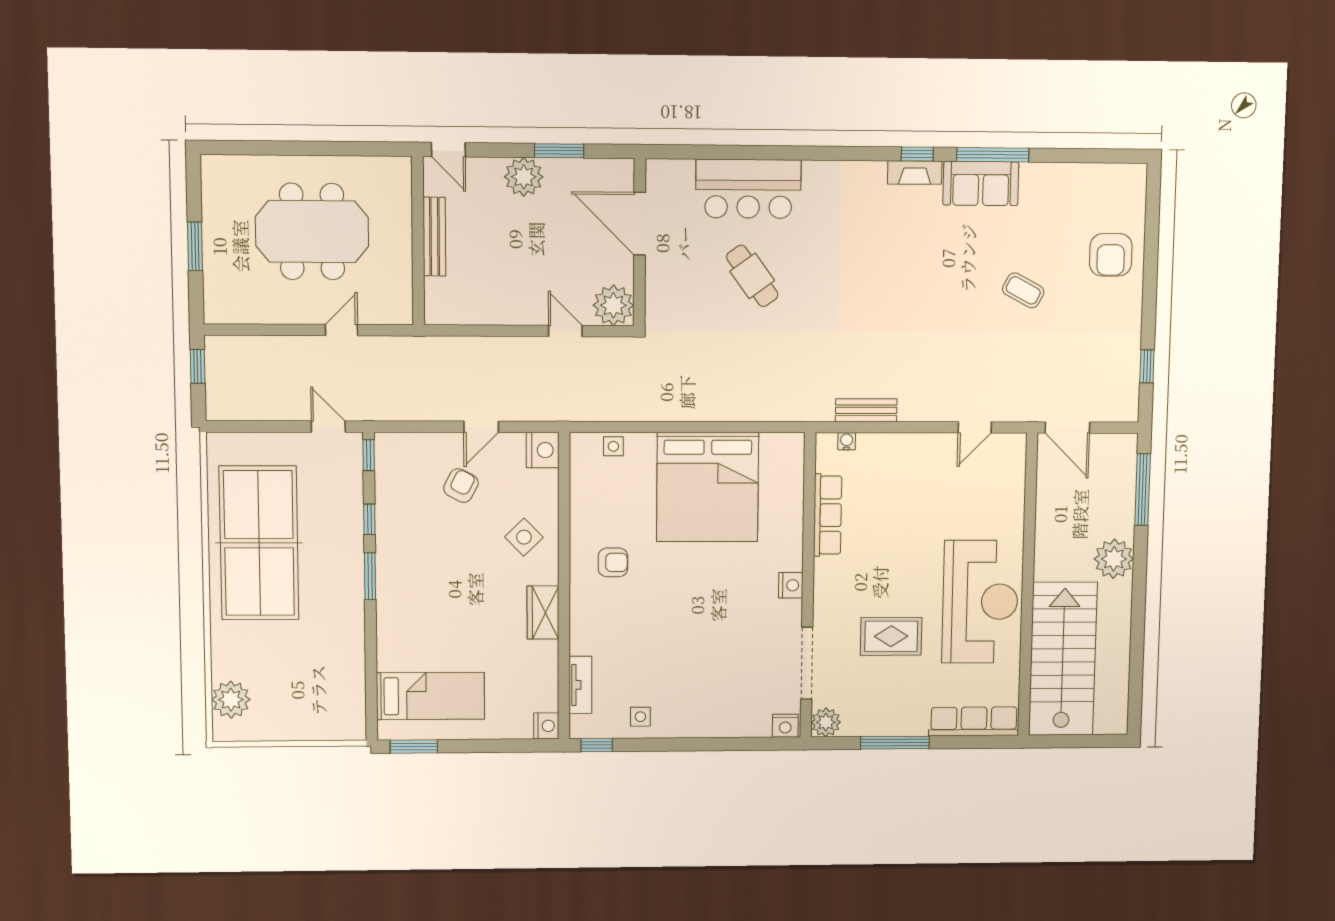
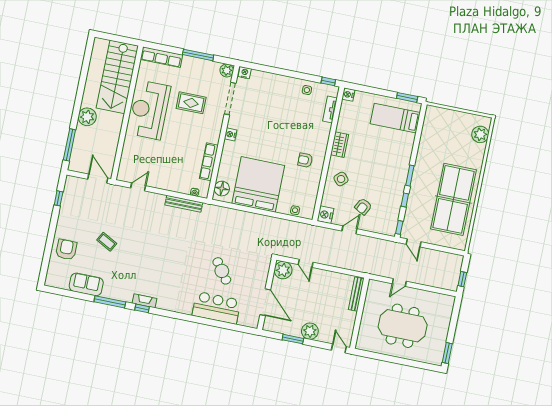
sofa: (981, 183) -> (86, 284), moved
bench: (434, 237) -> (356, 294), moved
window: (195, 246) -> (447, 353), moved
bench: (866, 410) -> (184, 204), width x1.36
floor lamp: (788, 462) -> (222, 189), added

